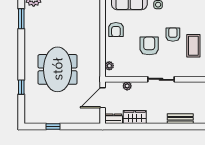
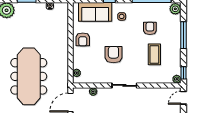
armchair: (173, 35) -> (150, 28), moved
meeting table: (58, 69) -> (29, 76), width x1.36

